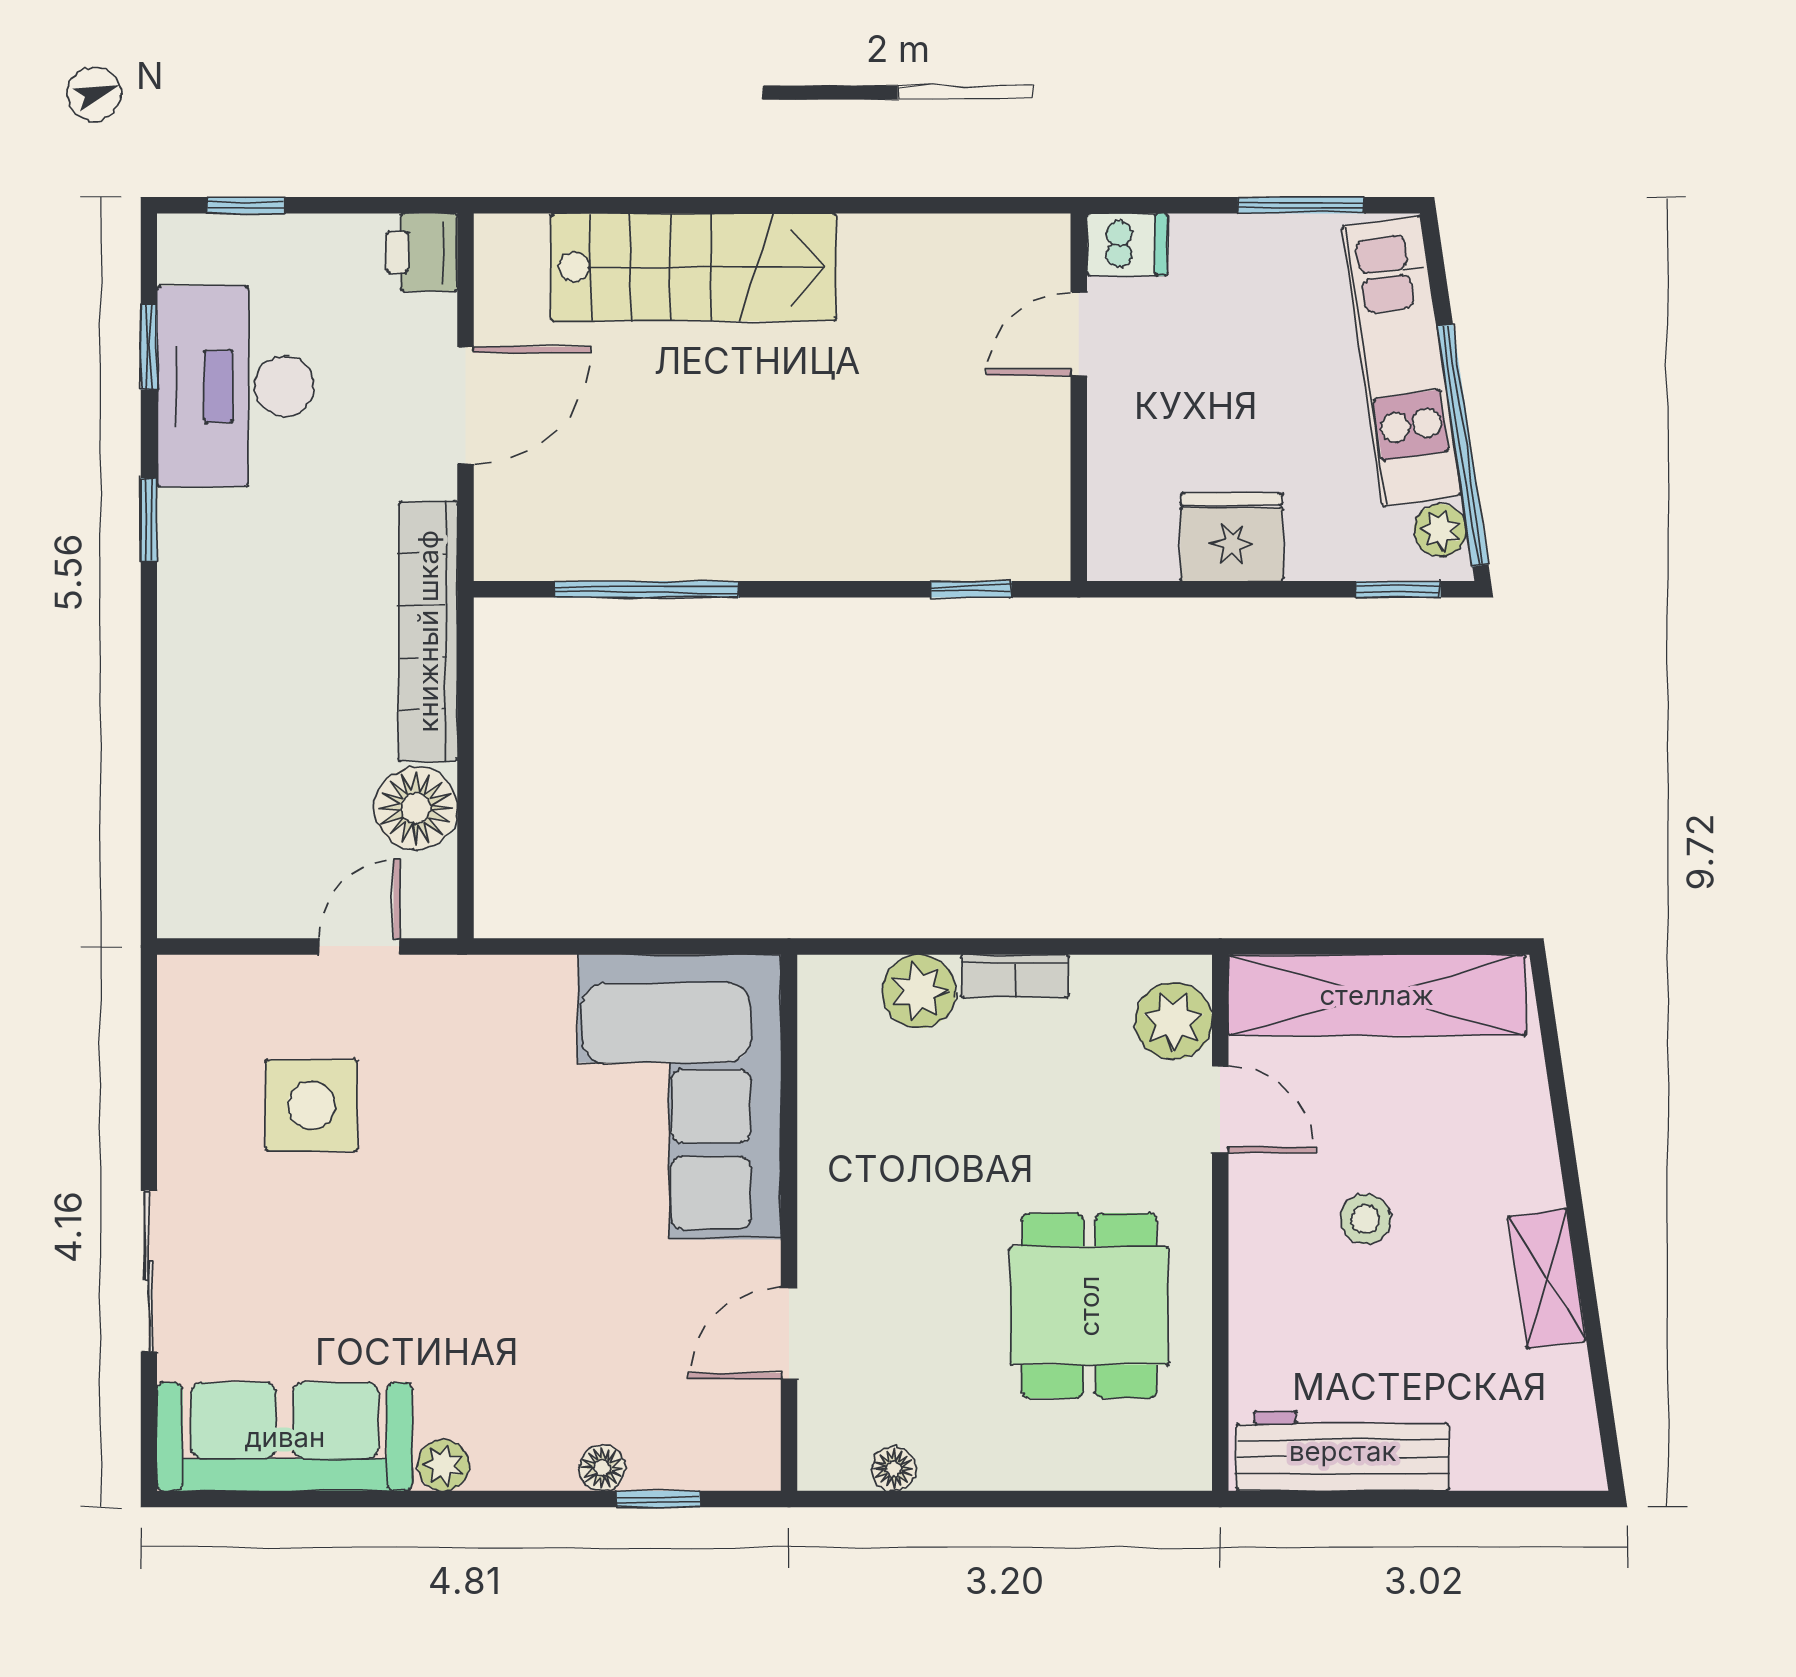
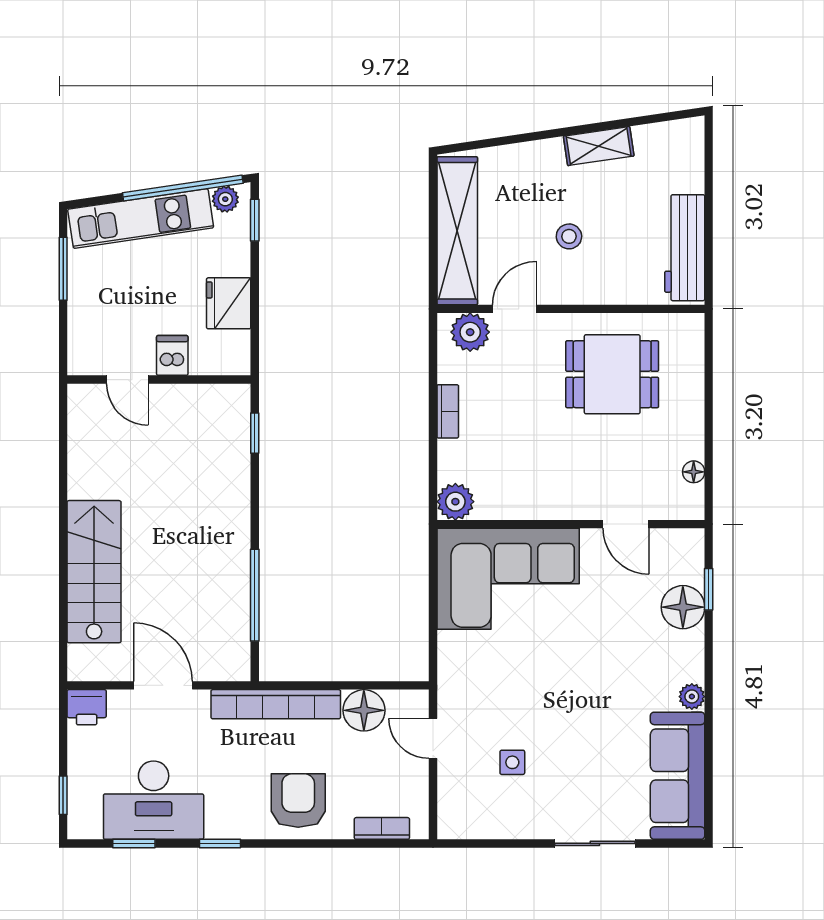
dishwasher: (1127, 245) -> (172, 355), moved
armchair: (235, 676) -> (298, 801), added
bookcase: (179, 844) -> (382, 828), added
plant: (919, 991) -> (455, 502), moved
side table: (311, 1105) -> (512, 762), width x0.54, depth x0.54
floor lamp: (602, 1468) -> (683, 607), width x1.89, depth x1.89

